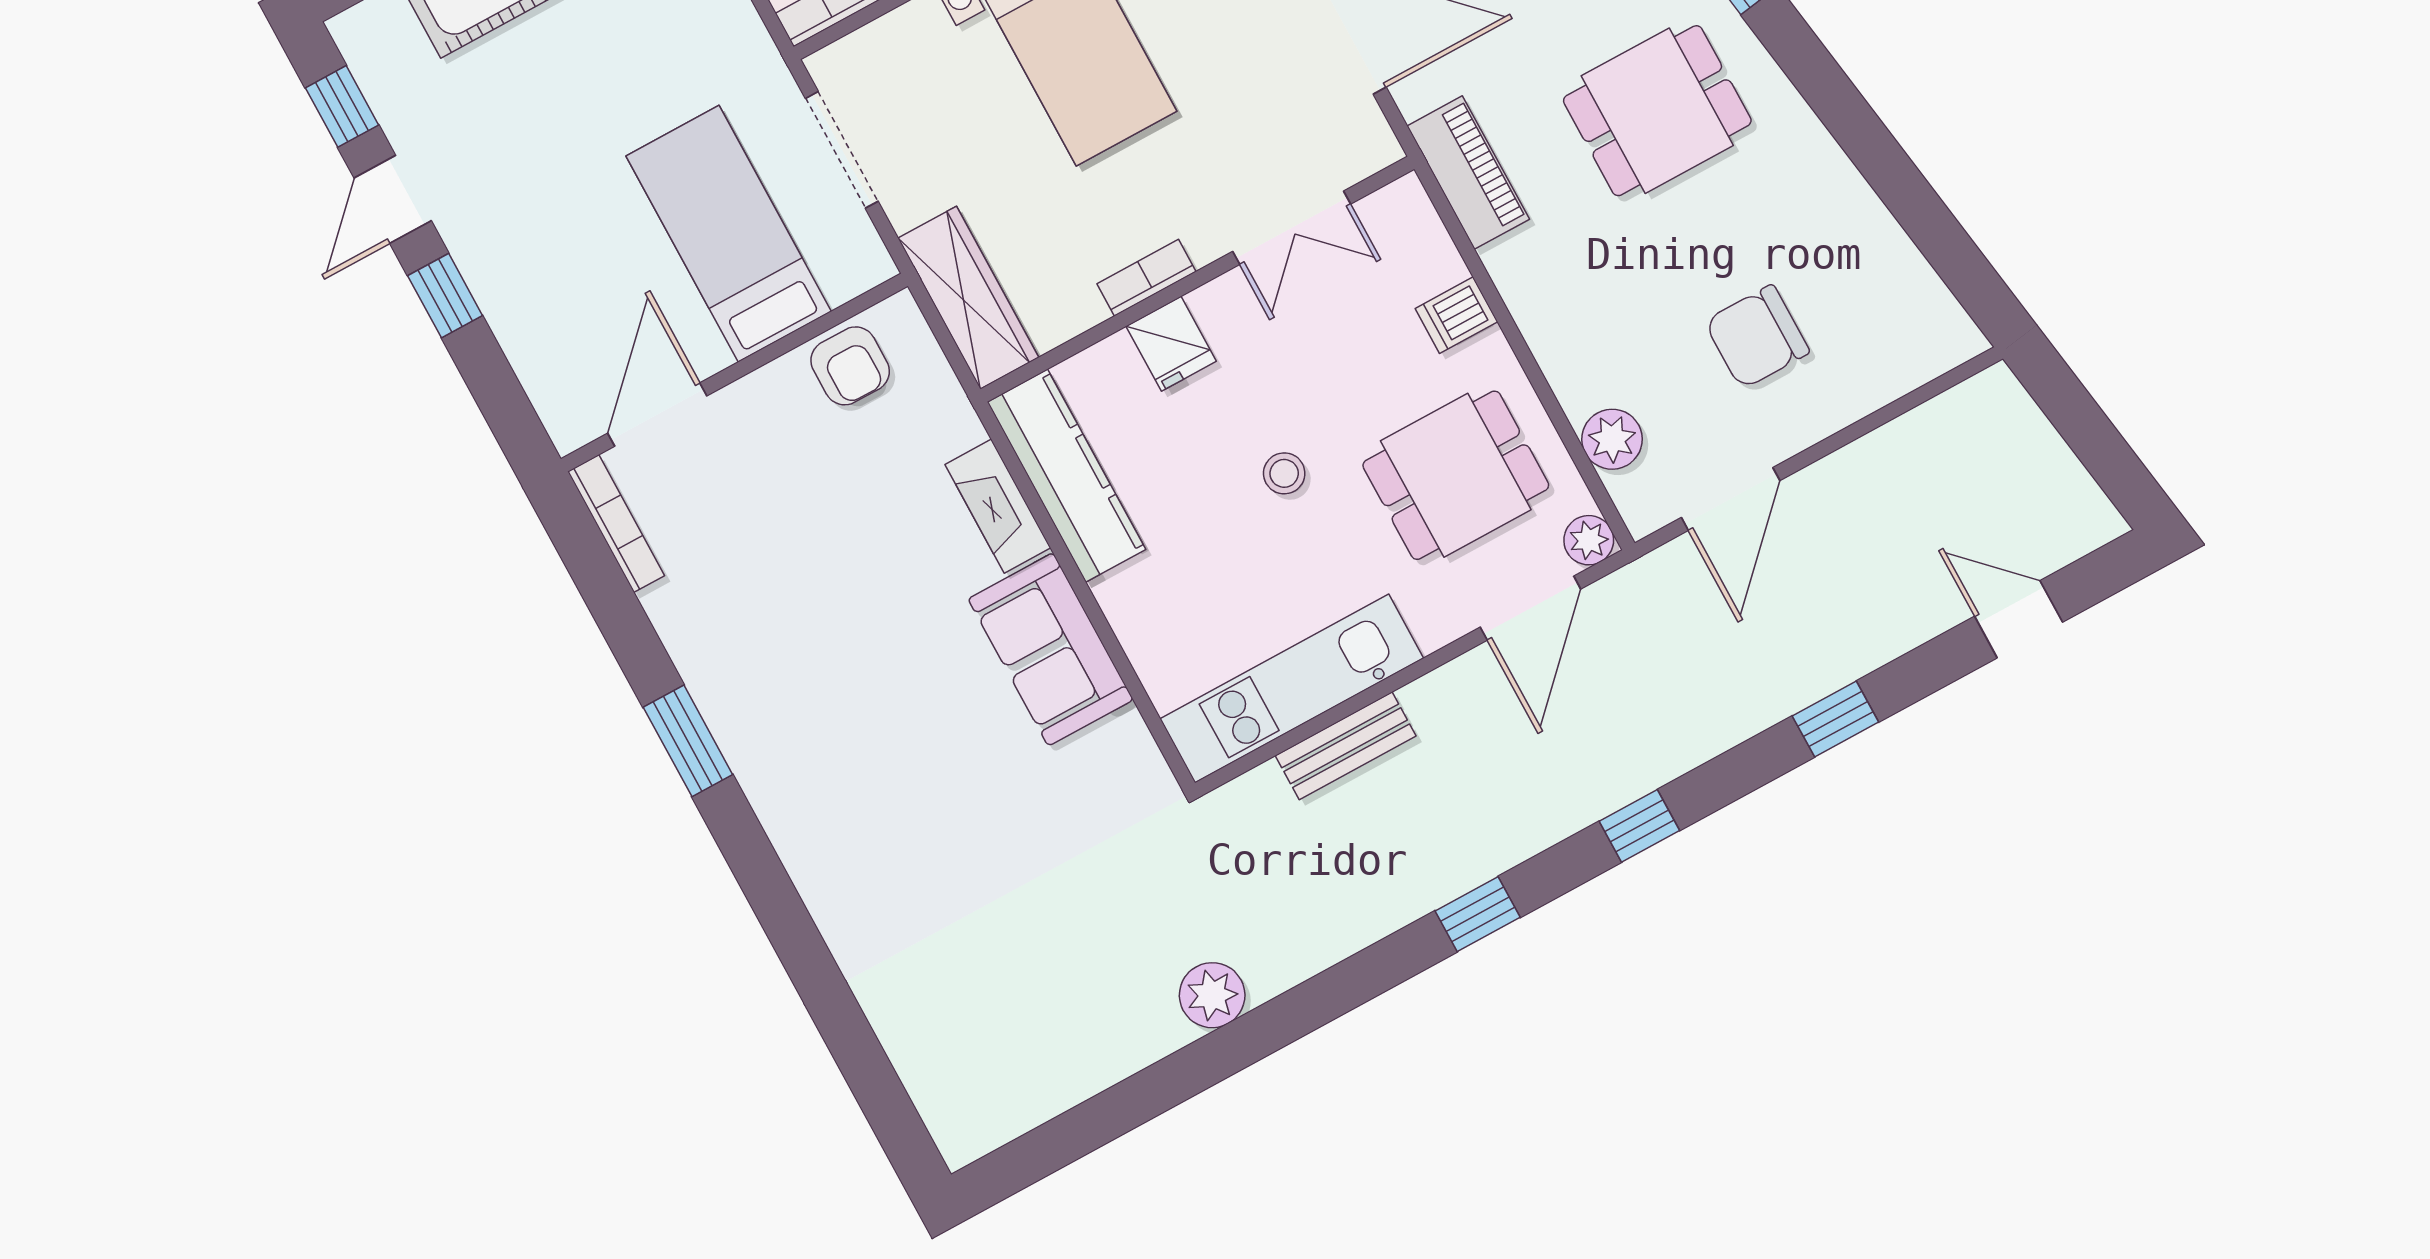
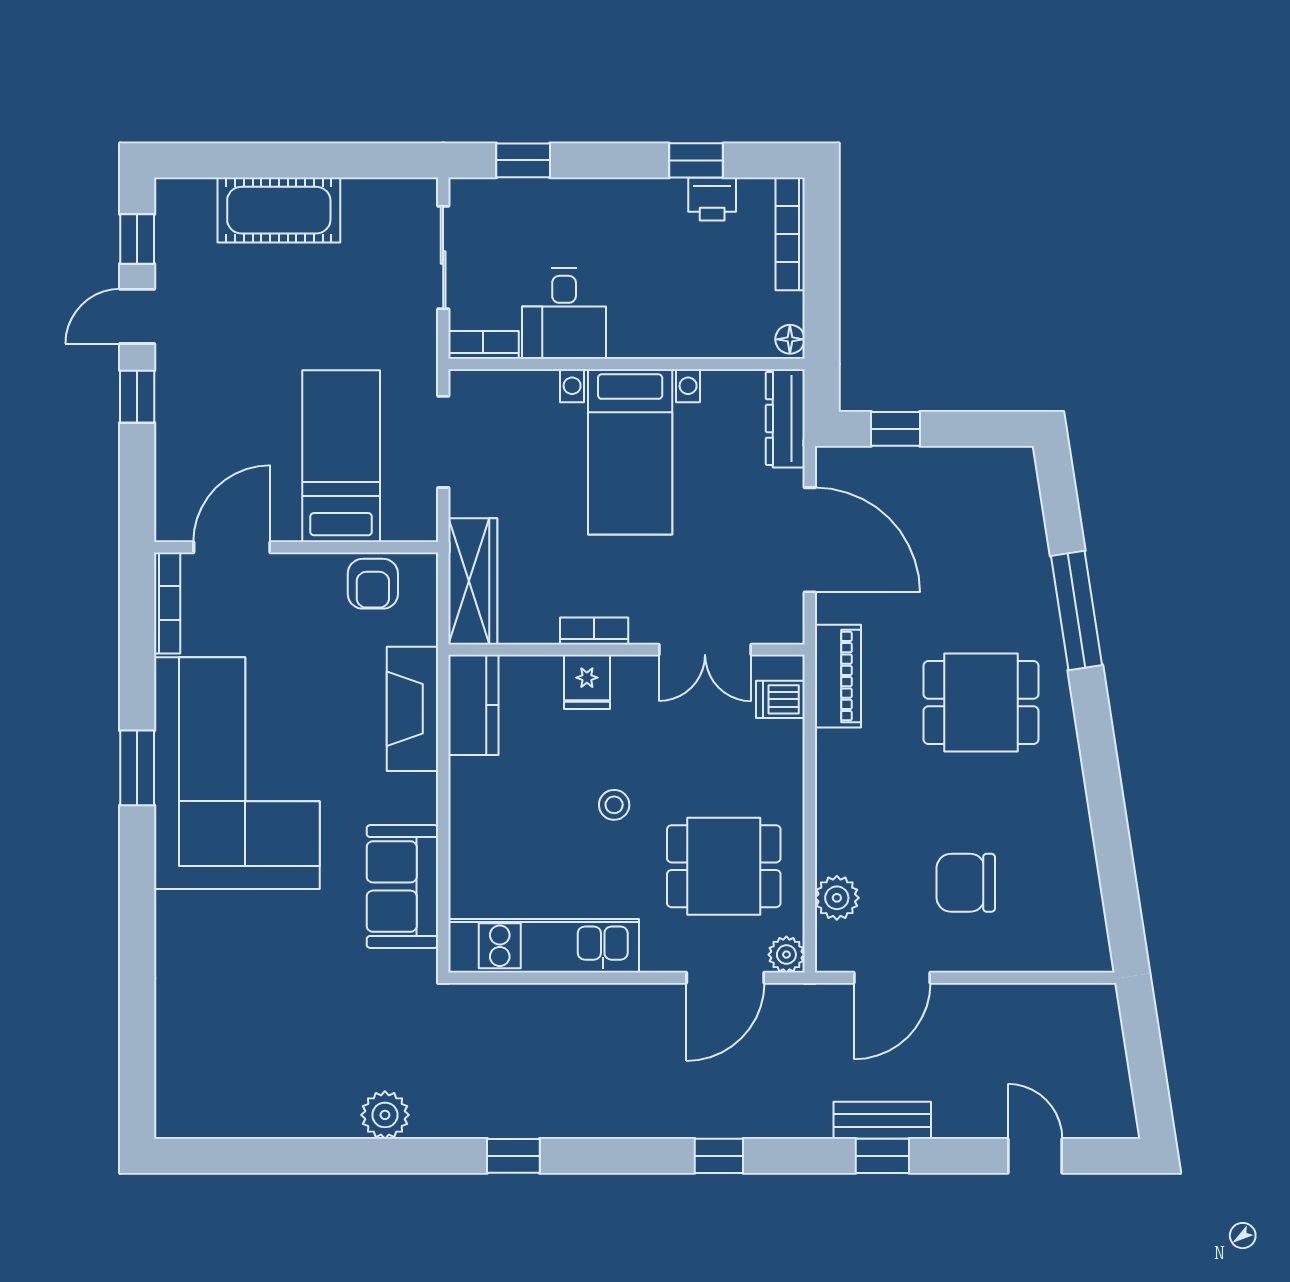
dishwasher: (1456, 315) -> (780, 699), moved
kitchen counter: (1066, 476) -> (473, 705), width x0.67
fireplace: (998, 506) -> (412, 709), width x1.37, depth x1.32
sofa: (1051, 649) -> (402, 887), moved
corner sofa: (811, 682) -> (237, 773), added
bench: (1346, 746) -> (882, 1120), moved
window: (1478, 914) -> (513, 1156), moved

